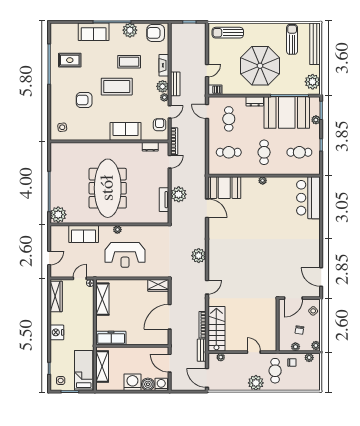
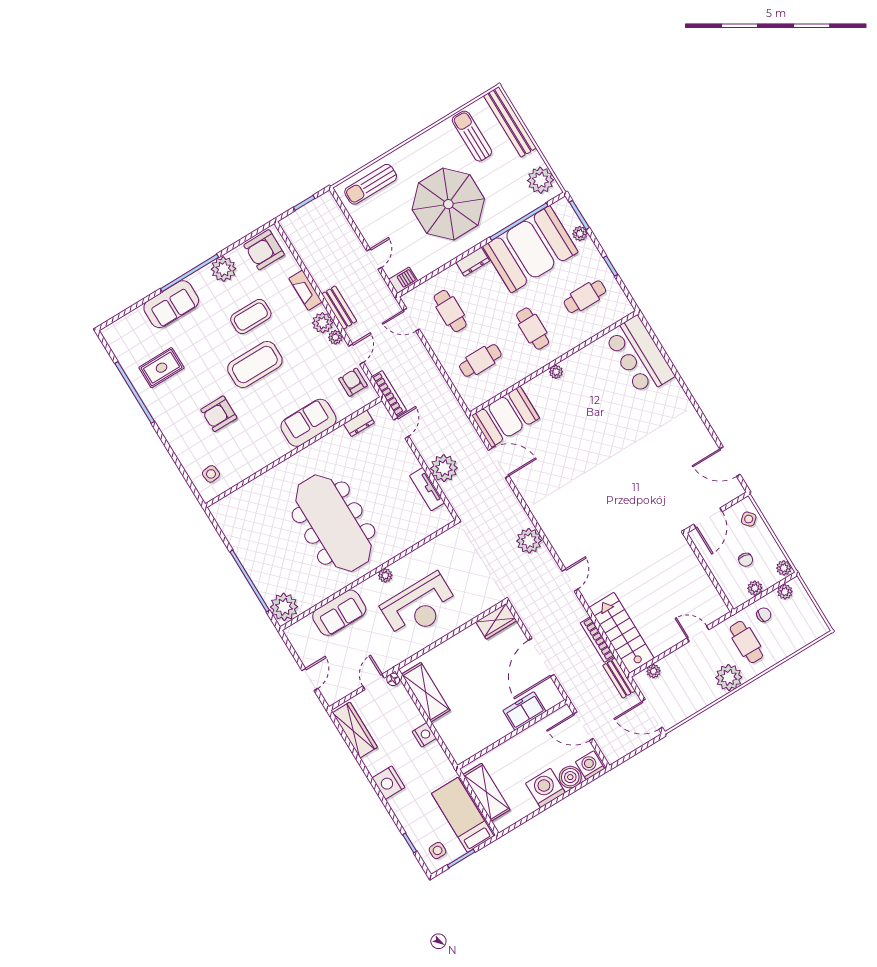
nightstand: (89, 320) -> (424, 735), added
freezer: (111, 338) -> (524, 711), moved, width x0.71

